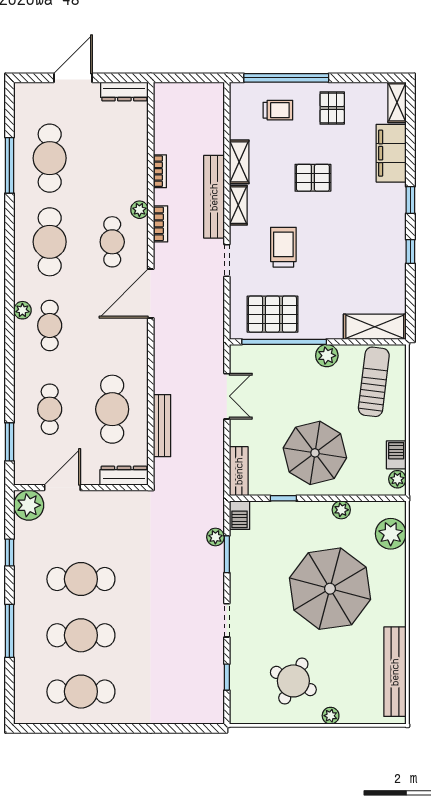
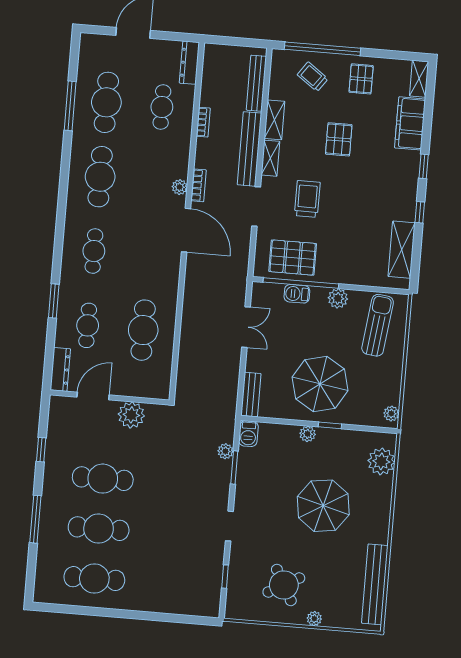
dresser: (124, 92) -> (189, 63), moved, turned 90
trolley: (278, 110) -> (313, 77), turned -144
pallet: (313, 178) -> (339, 139), turned 90
plant: (139, 210) -> (180, 187), moved
bookcase: (160, 224) -> (199, 185), moved
cafe table: (112, 242) -> (162, 107), moved
doorway: (227, 261) -> (256, 207), width x1.38
door: (151, 294) -> (186, 230), swing flipped
plant: (22, 310) -> (71, 235), removed
shelving: (375, 327) -> (402, 250), moved, turned 90
bench: (162, 426) -> (256, 83), moved
window: (9, 442) -> (54, 301), moved
barbecue: (396, 455) -> (297, 294), moved, turned -90
dresser: (124, 476) -> (60, 369), moved, turned 90
window: (283, 498) -> (330, 425), moved
plant: (29, 505) -> (131, 415), moved
plant: (341, 510) -> (308, 434), moved
parasol: (330, 589) -> (323, 506), width x0.73, depth x0.73
round table: (293, 681) -> (284, 585), turned 34

